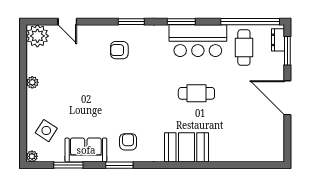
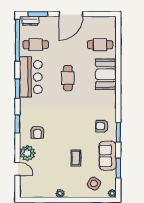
door: (67, 22) -> (17, 169), hinge flipped
plant: (37, 36) -> (27, 153), moved
coffee table: (83, 105) -> (76, 158), added
cafe table: (244, 139) -> (100, 45), added
booth: (186, 147) -> (106, 74), moved

